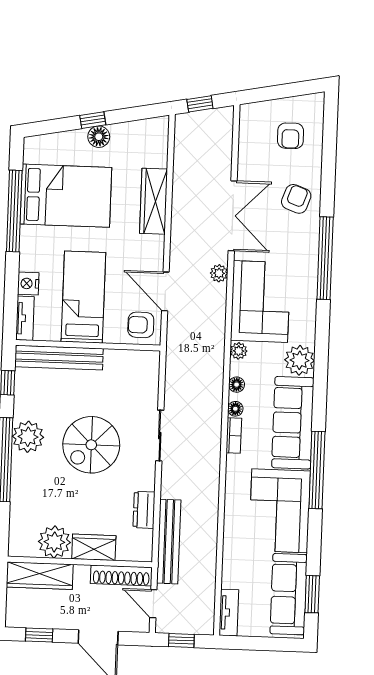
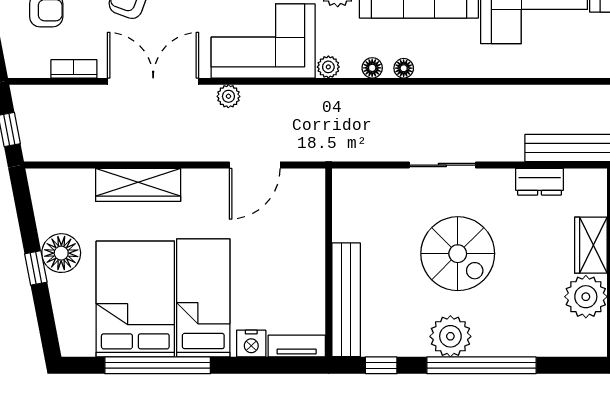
floor lamp: (99, 137) -> (61, 253), width x1.38, depth x1.38
bed: (83, 297) -> (203, 298), moved, turned 90
armchair: (141, 325) -> (299, 195), removed
bookcase: (234, 436) -> (74, 69), moved

